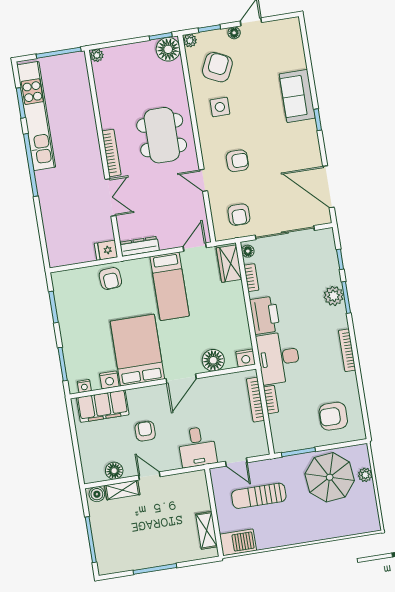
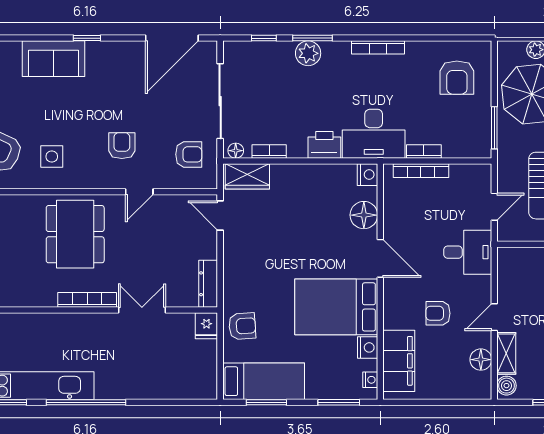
dining table: (162, 135) -> (75, 234), turned 90
bed: (170, 286) -> (264, 381), moved
printer: (265, 315) -> (324, 145), width x0.73, depth x0.84

